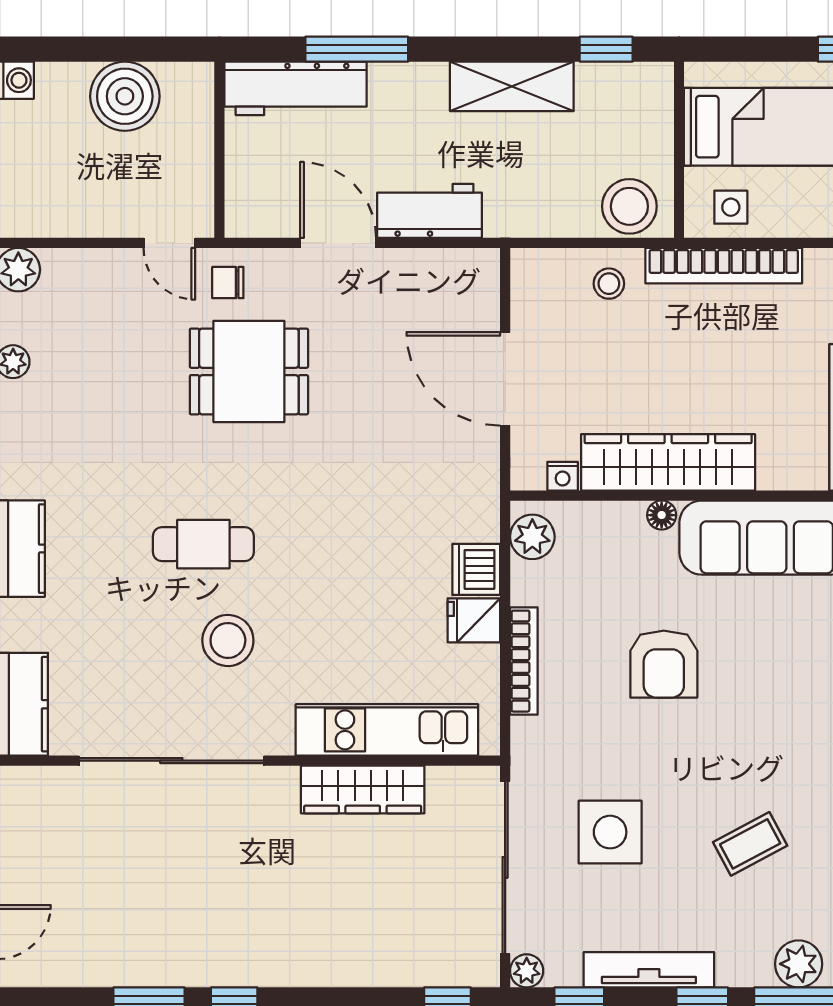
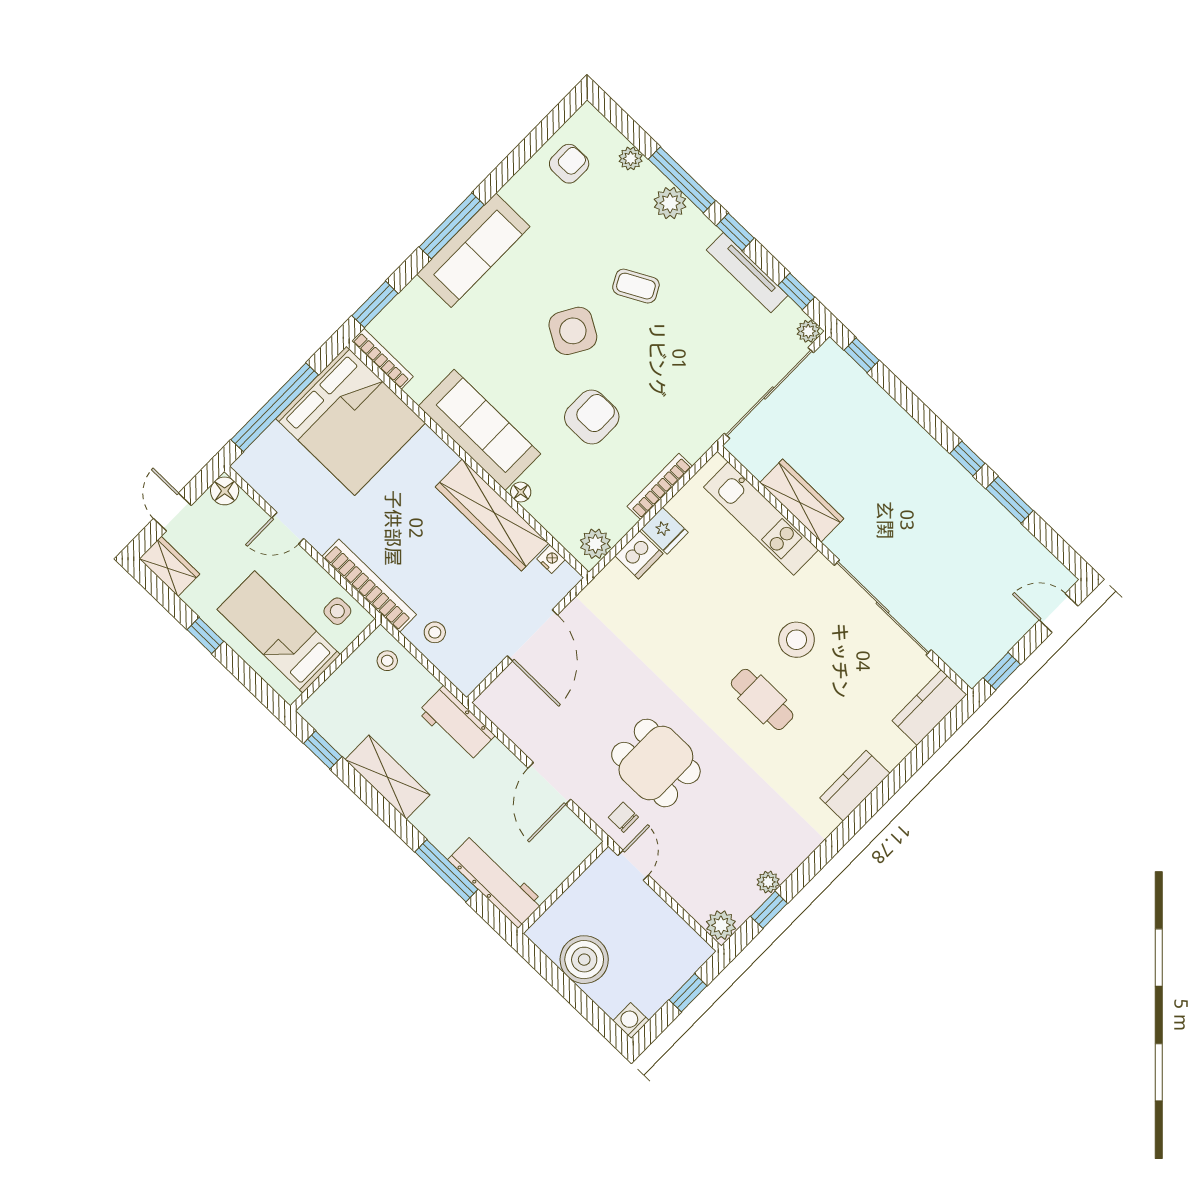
stool: (629, 206) -> (387, 661), width x0.53, depth x0.53
workbench: (430, 211) -> (456, 724), moved
chair: (228, 283) -> (623, 817), turned 180
side table: (610, 832) -> (573, 331), moved, turned 30

